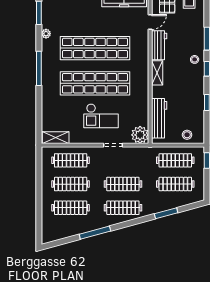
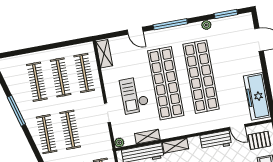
shelving: (157, 73) -> (175, 146), moved
door: (39, 104) -> (135, 31), added
shelving: (143, 111) -> (147, 137), added
plant: (140, 135) -> (119, 143), width x0.53, depth x0.53

